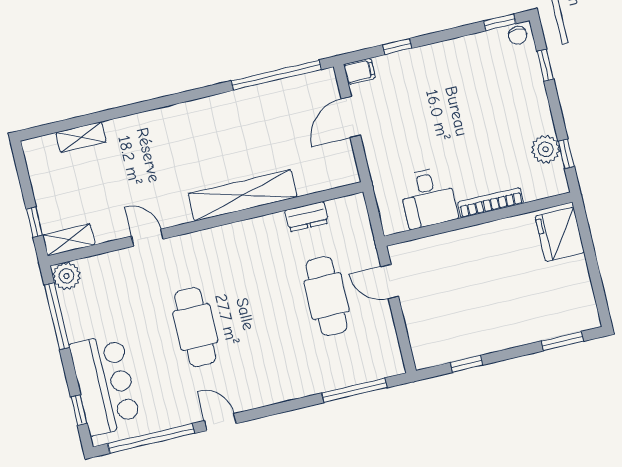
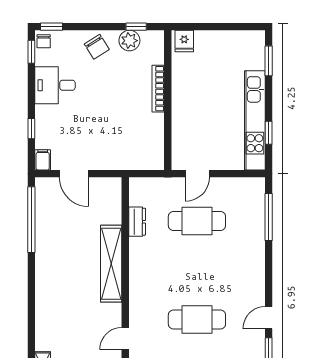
chair: (518, 35) -> (44, 41), turned 90
window: (545, 65) -> (51, 27), moved
chair: (527, 108) -> (97, 47), added
desk: (428, 198) -> (55, 85), moved, turned 180
fridge: (560, 234) -> (184, 41), width x0.53, depth x0.75
kitchen unit: (479, 341) -> (255, 120), added

